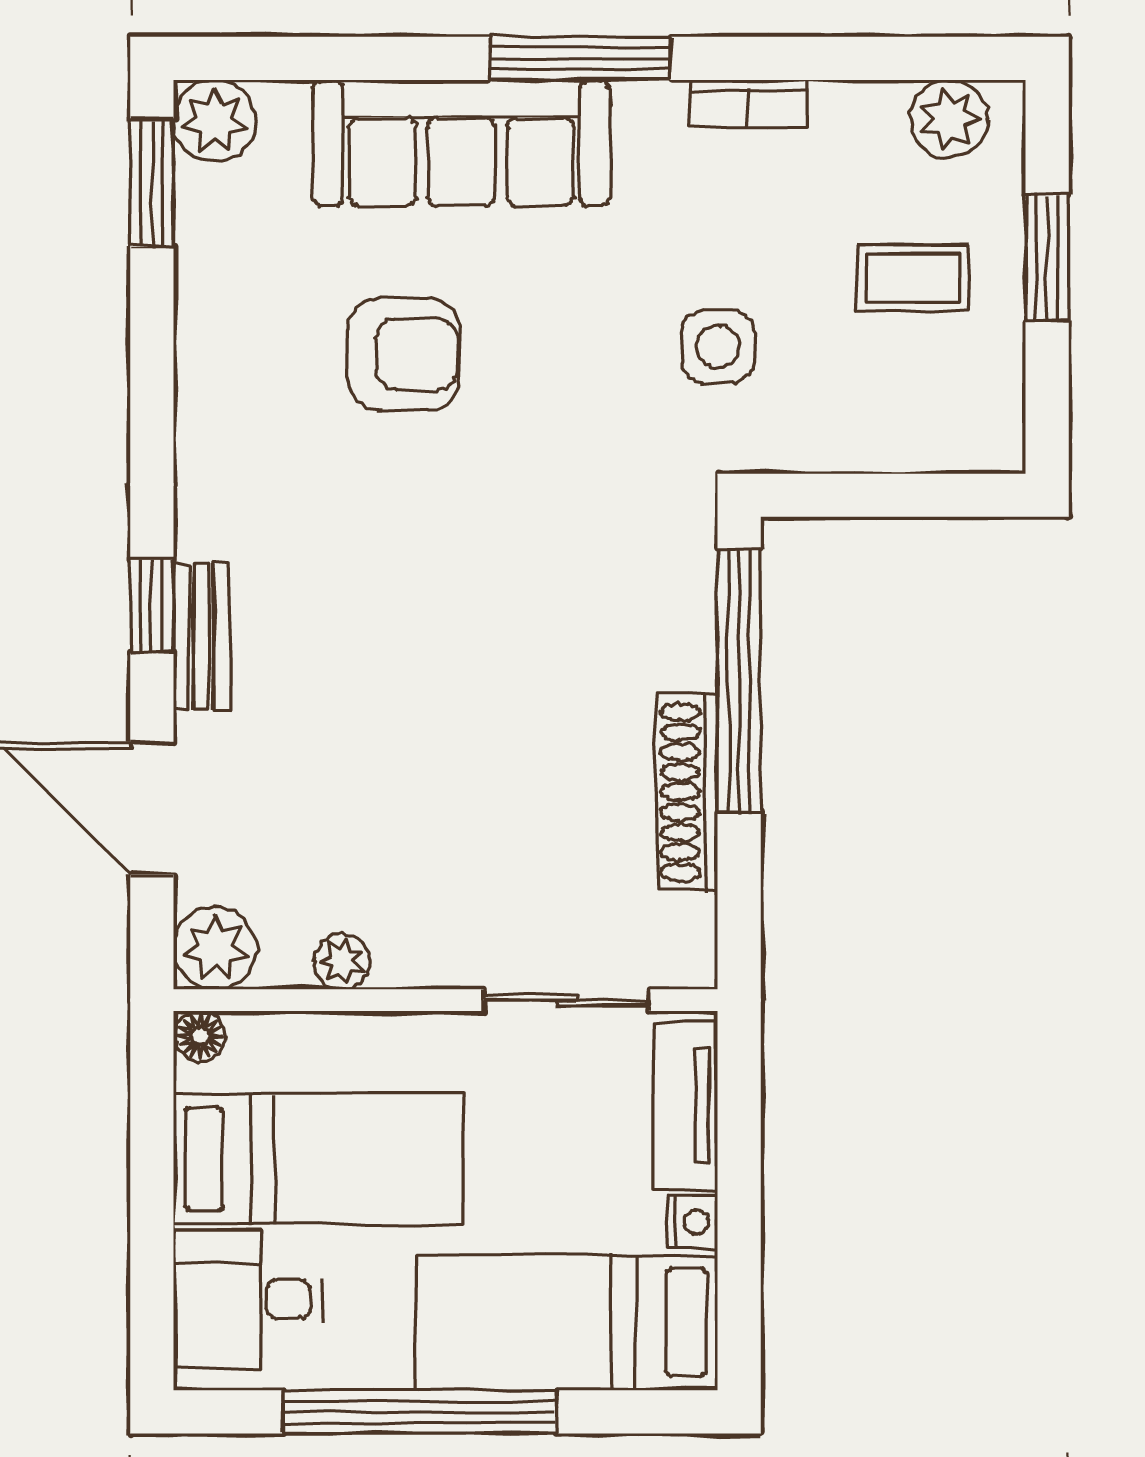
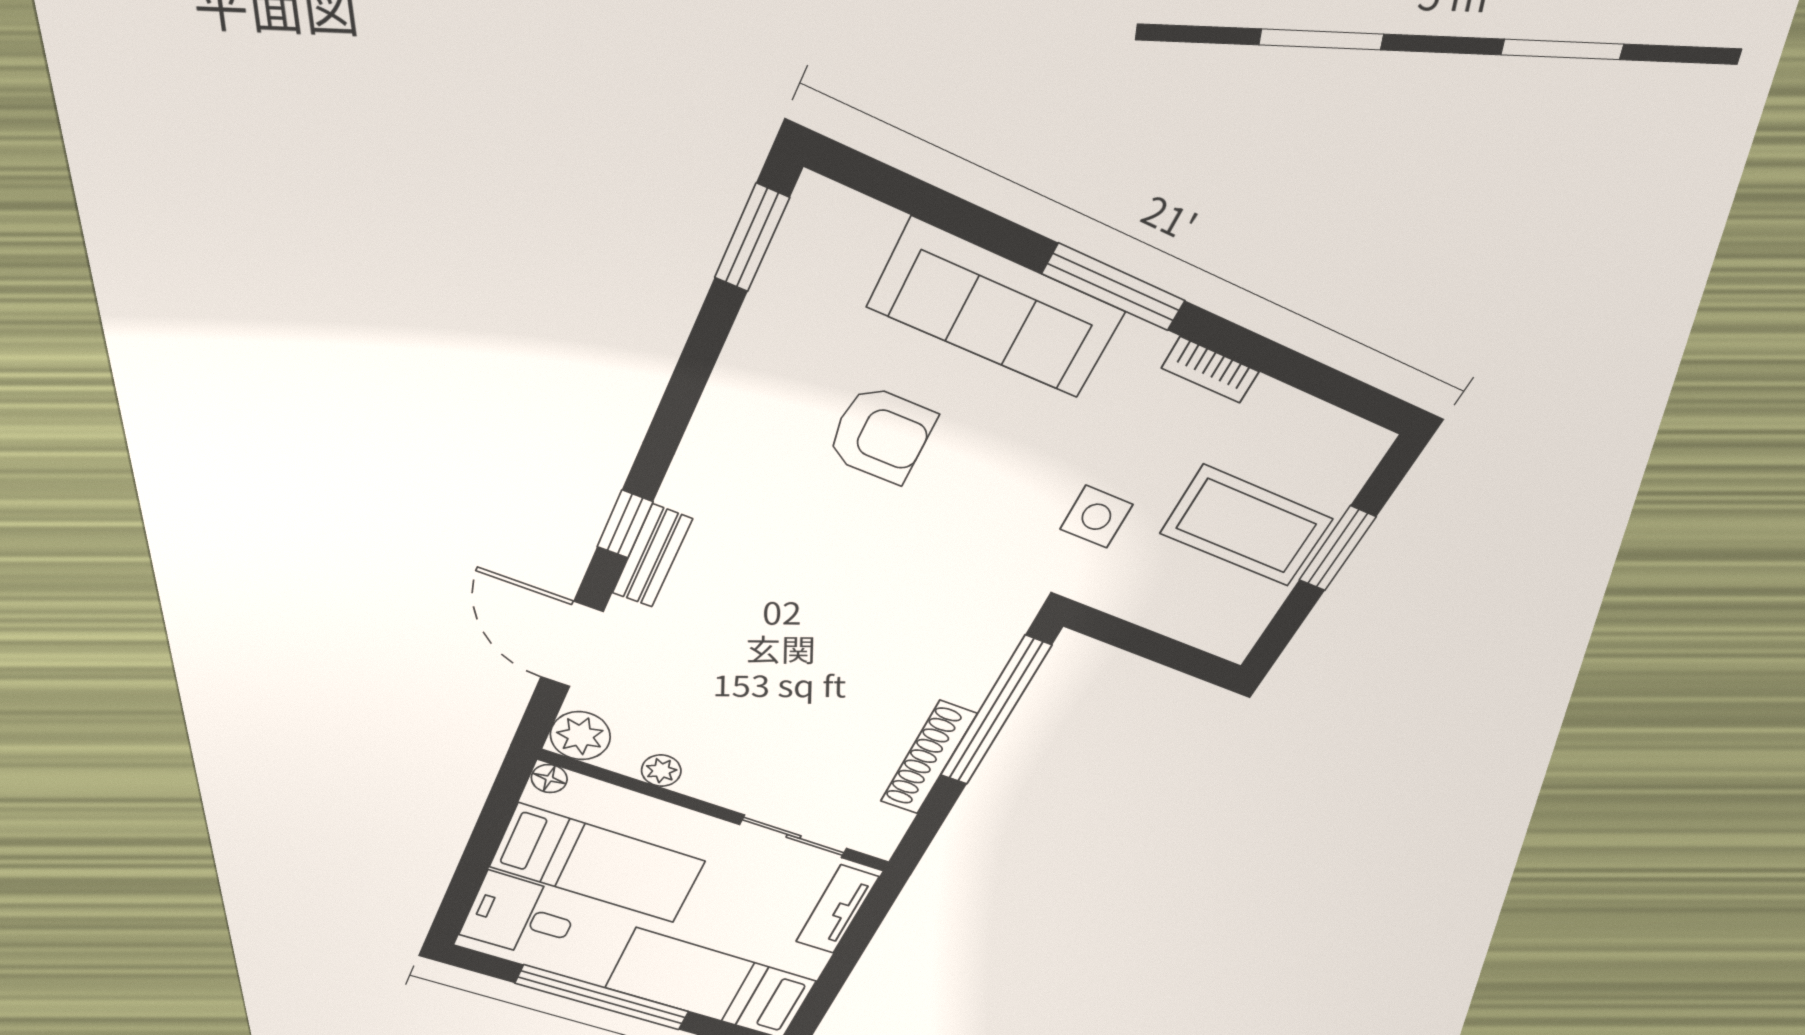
plant: (949, 119) -> (1334, 438), removed
plant: (215, 121) -> (821, 213), removed
coffee table: (913, 278) -> (1246, 526), width x1.86, depth x1.72
nightstand: (693, 1222) -> (810, 963), removed

